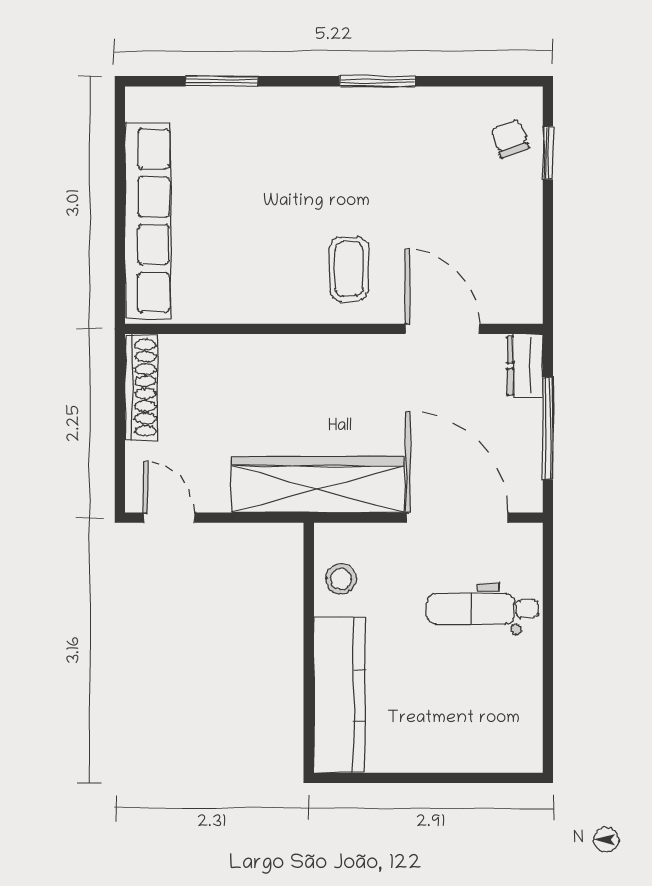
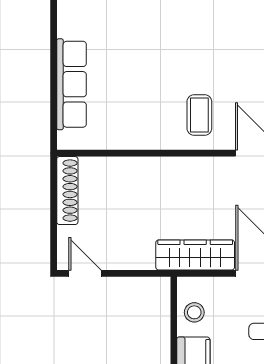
row of seats: (148, 221) -> (71, 84), width x0.73
wardrobe: (318, 485) -> (195, 255), width x0.71, depth x0.85

